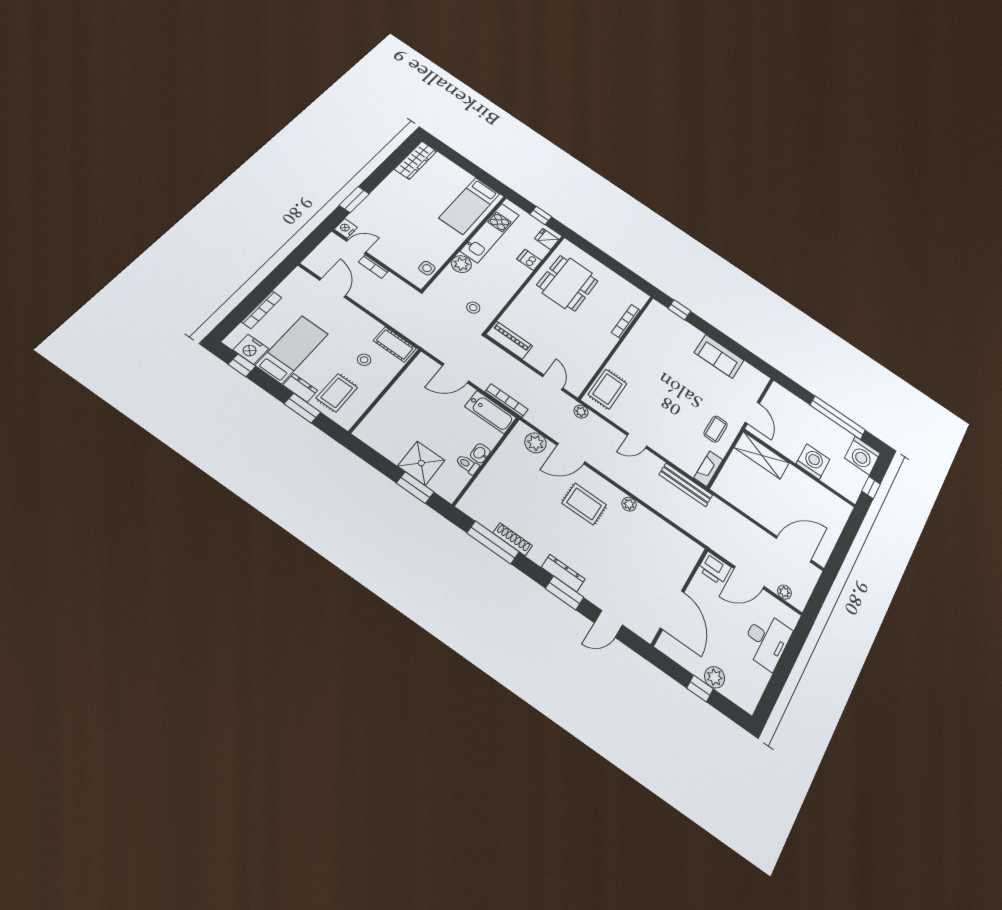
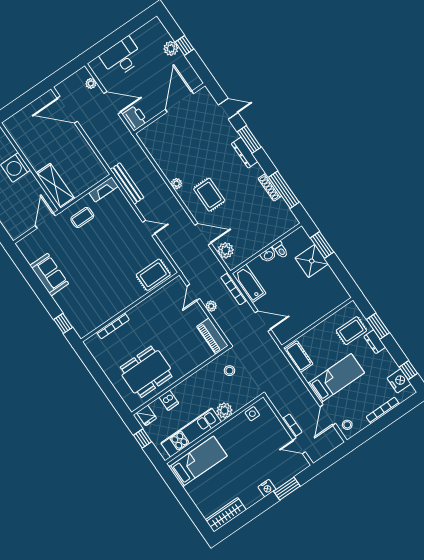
nightstand: (346, 228) -> (267, 488), moved
bed: (292, 350) -> (336, 378), moved, turned 180
stool: (364, 360) -> (347, 425), moved
plant: (581, 412) -> (211, 306), moved

